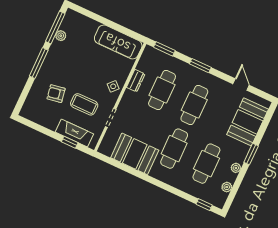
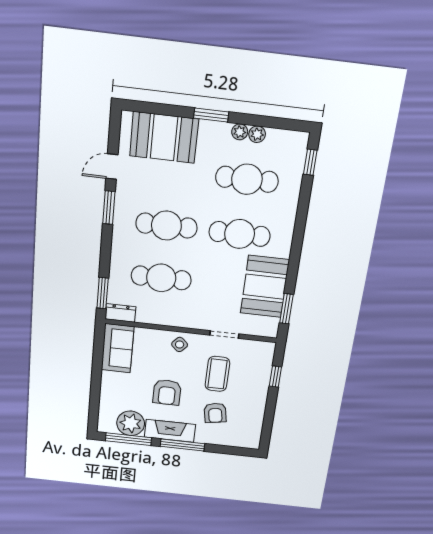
plant: (61, 36) -> (131, 423), width x1.88, depth x1.88
sofa: (118, 42) -> (118, 348), width x0.73
armchair: (82, 66) -> (167, 392), added
window: (200, 66) -> (109, 208), moved
dresser: (136, 81) -> (120, 313), moved
fireplace: (74, 133) -> (170, 431), moved, turned 90
window: (115, 163) -> (286, 309), added
plant: (227, 187) -> (257, 134), moved

